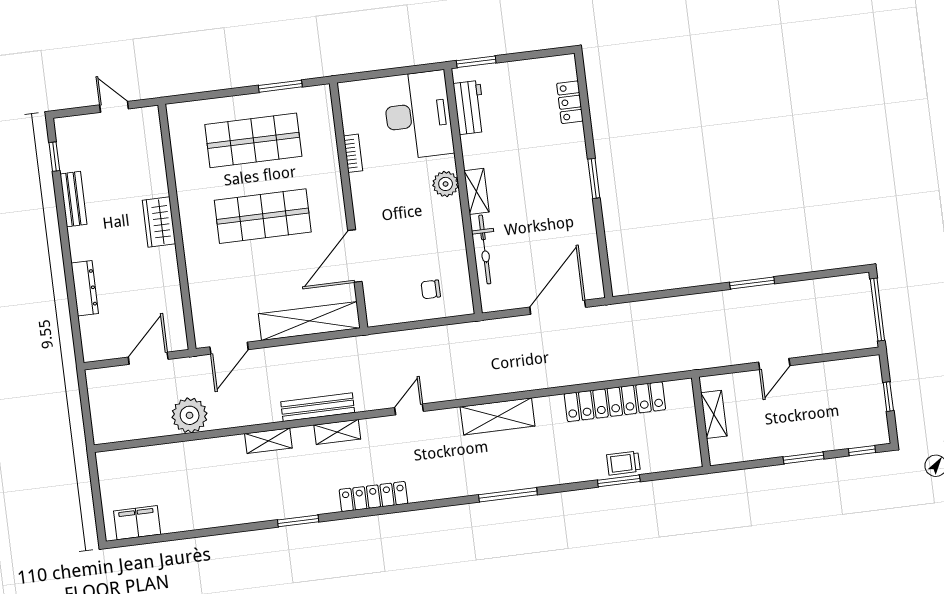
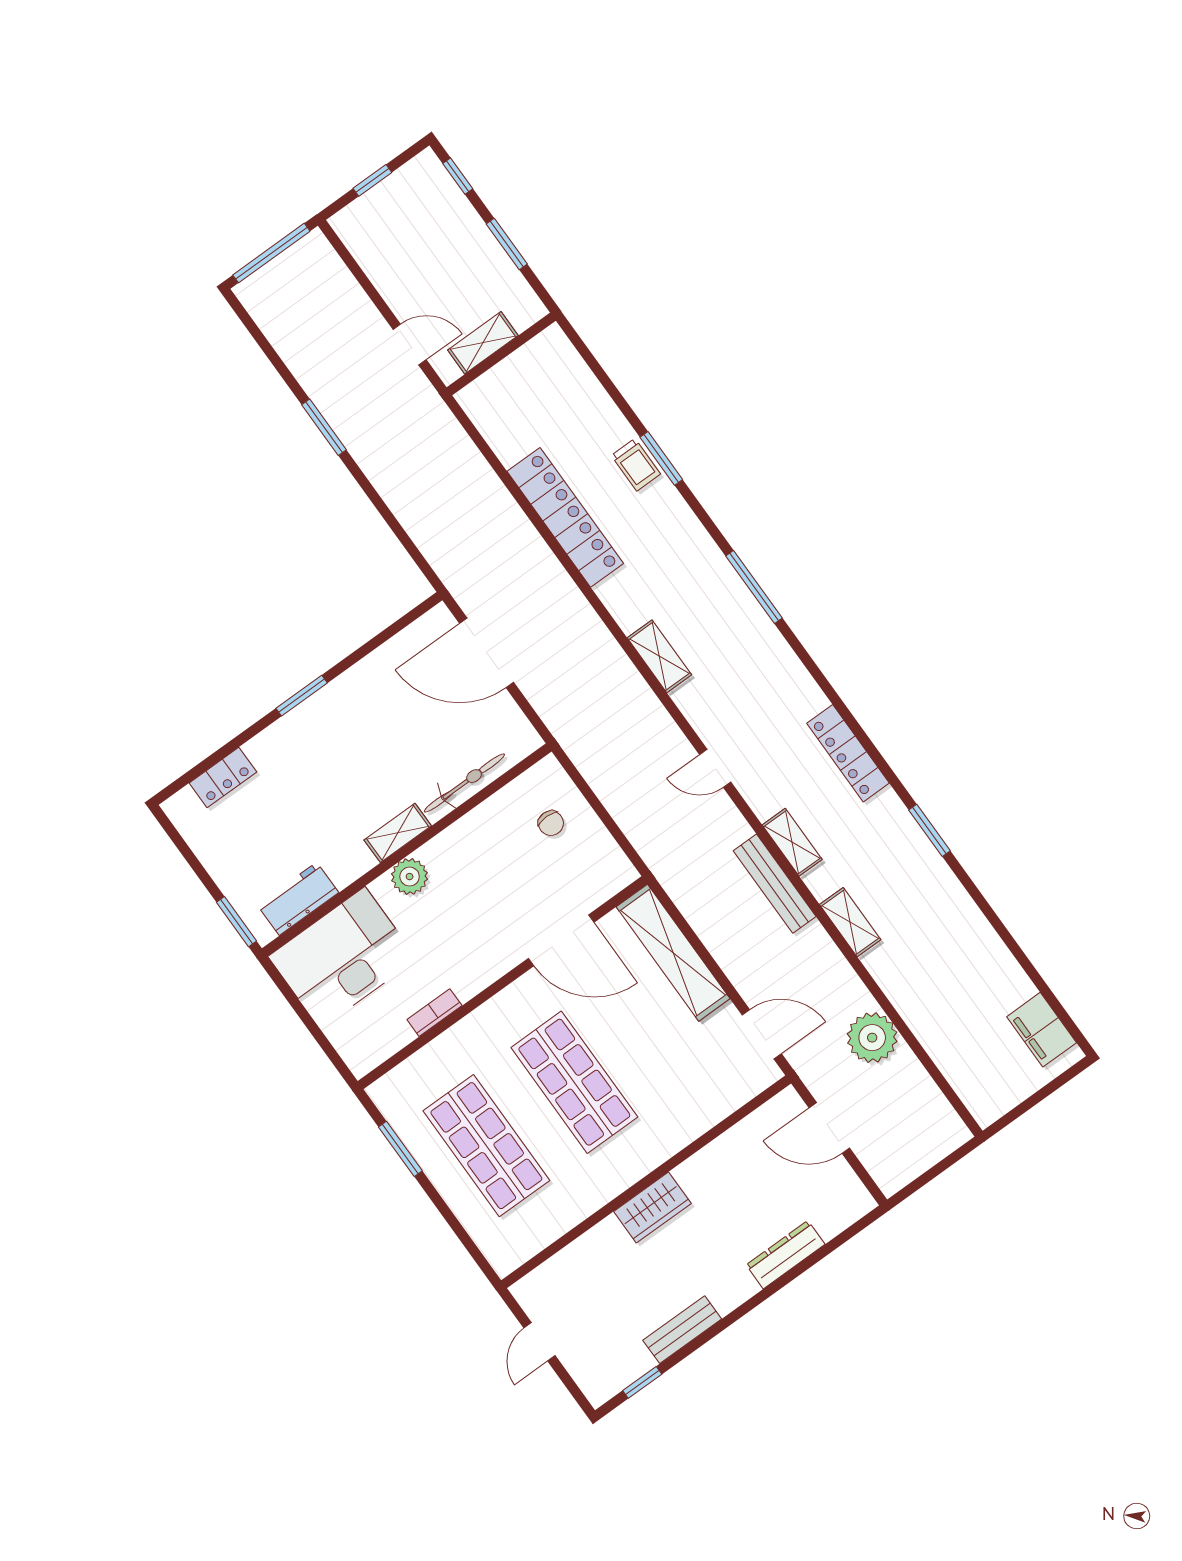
shelving: (714, 414) -> (483, 343), moved
shelving: (498, 416) -> (659, 656), width x0.67, depth x0.75
wall: (701, 422) -> (501, 354), moved

